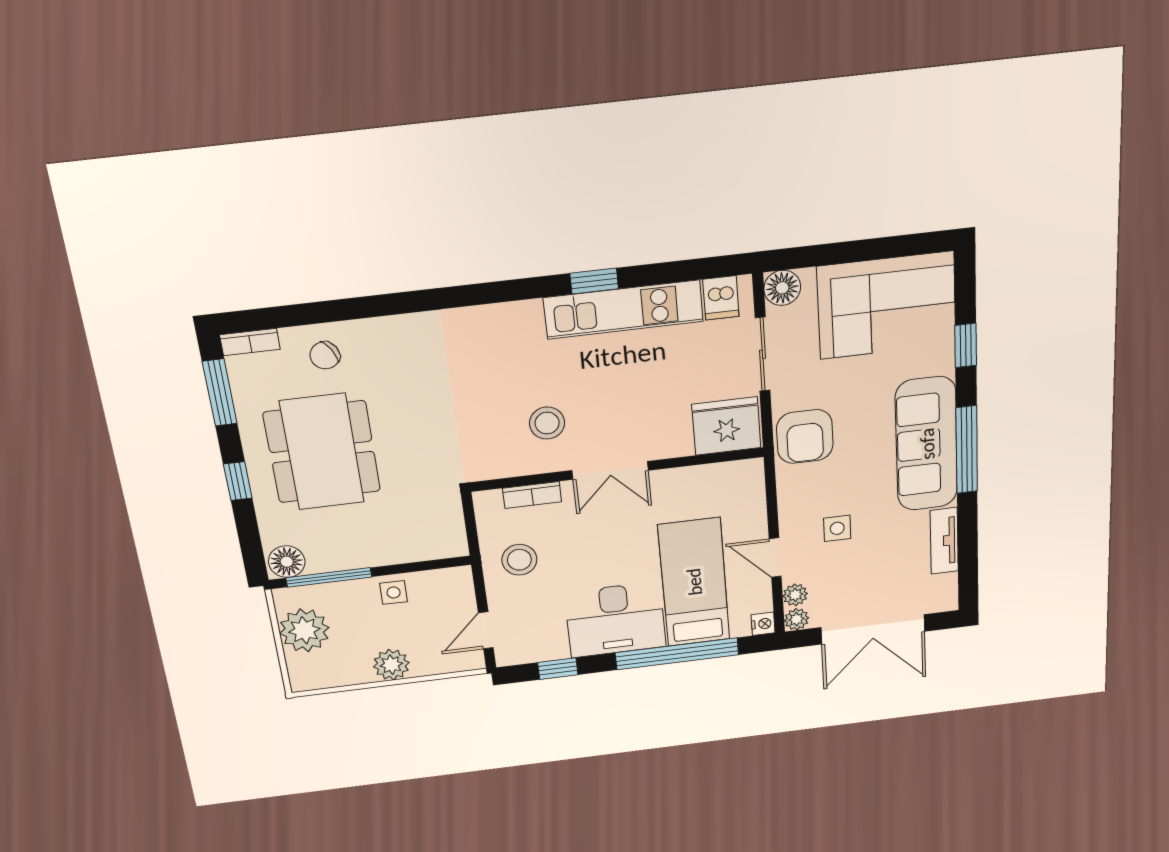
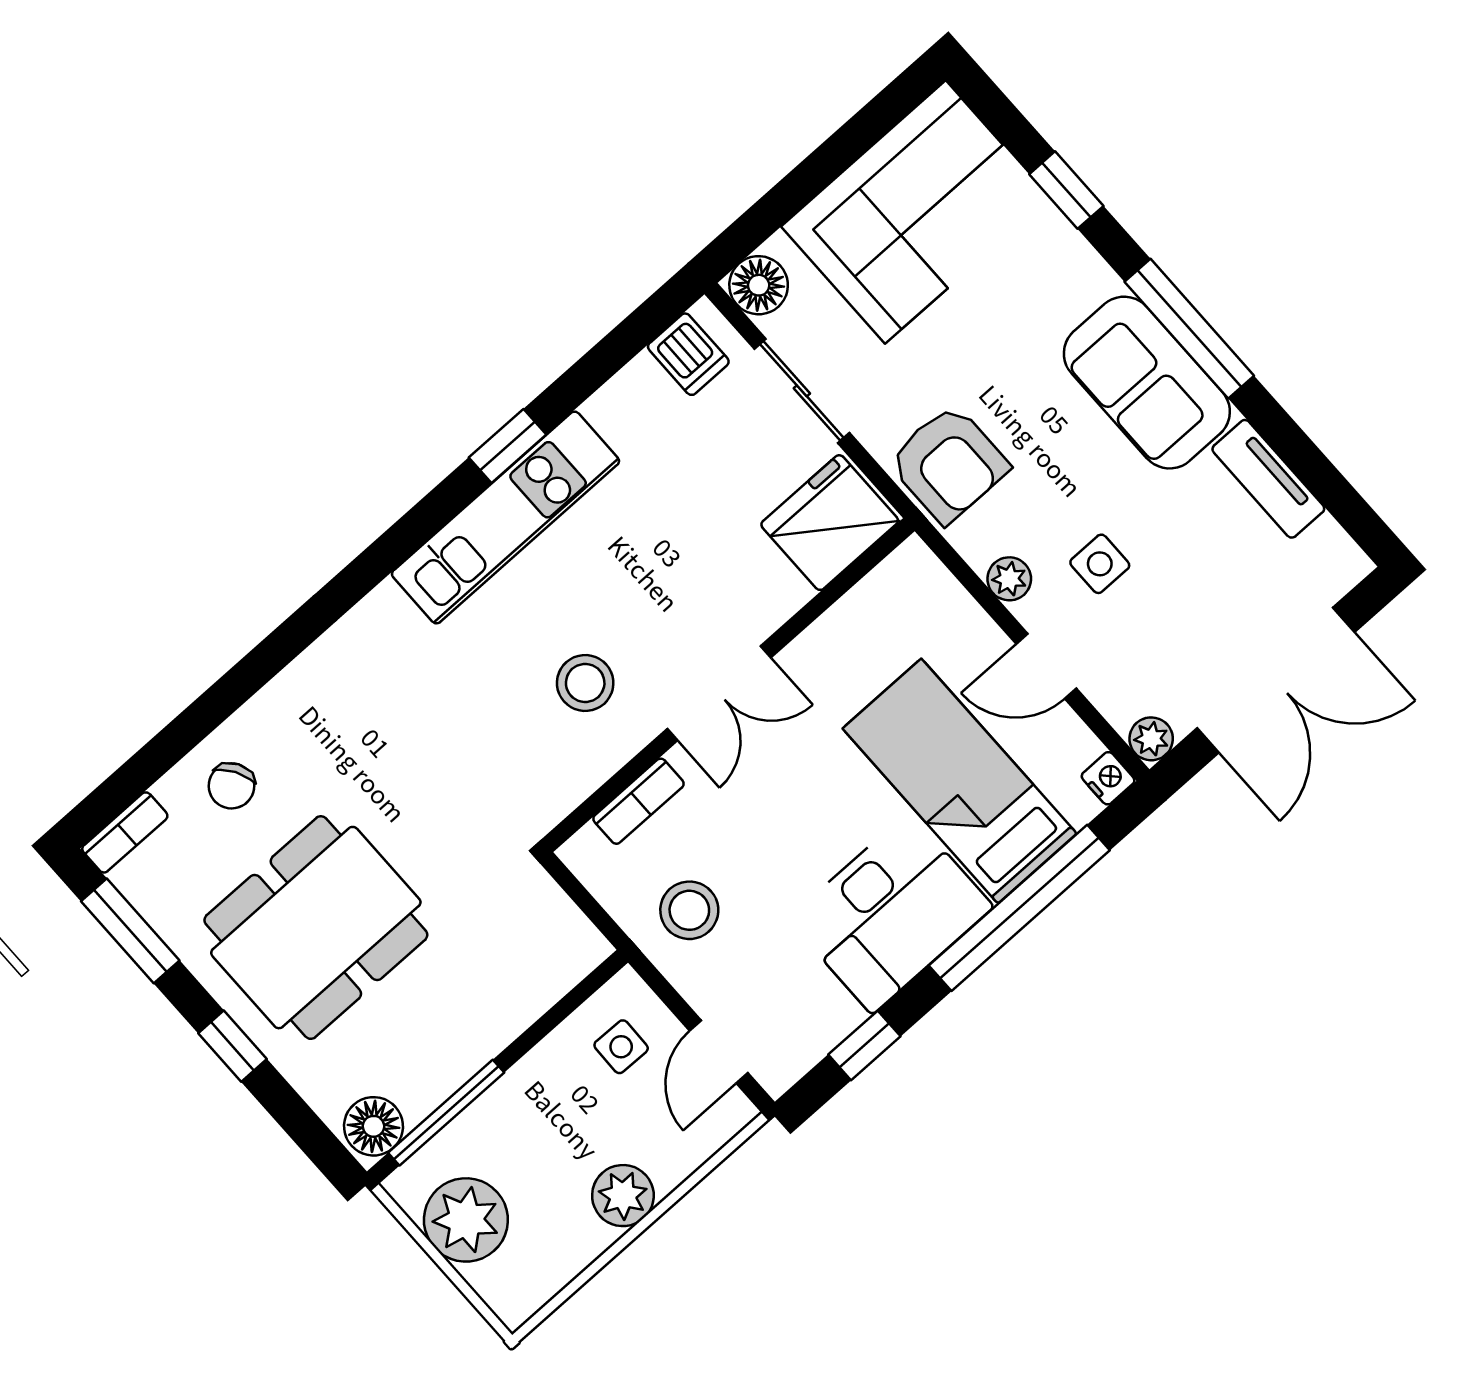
kitchen unit: (624, 310) -> (505, 518), moved
sofa: (927, 444) -> (1147, 383), width x0.73
dining table: (322, 452) -> (316, 928), turned 90
side table: (394, 593) -> (621, 1047), moved
plant: (795, 595) -> (1009, 579), moved

